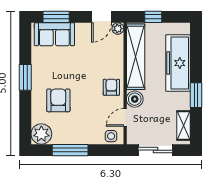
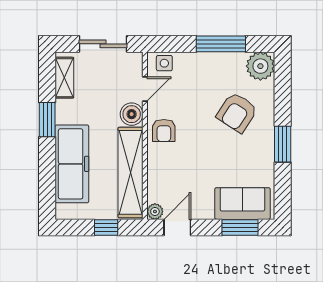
armchair: (58, 100) -> (237, 112), turned 33

